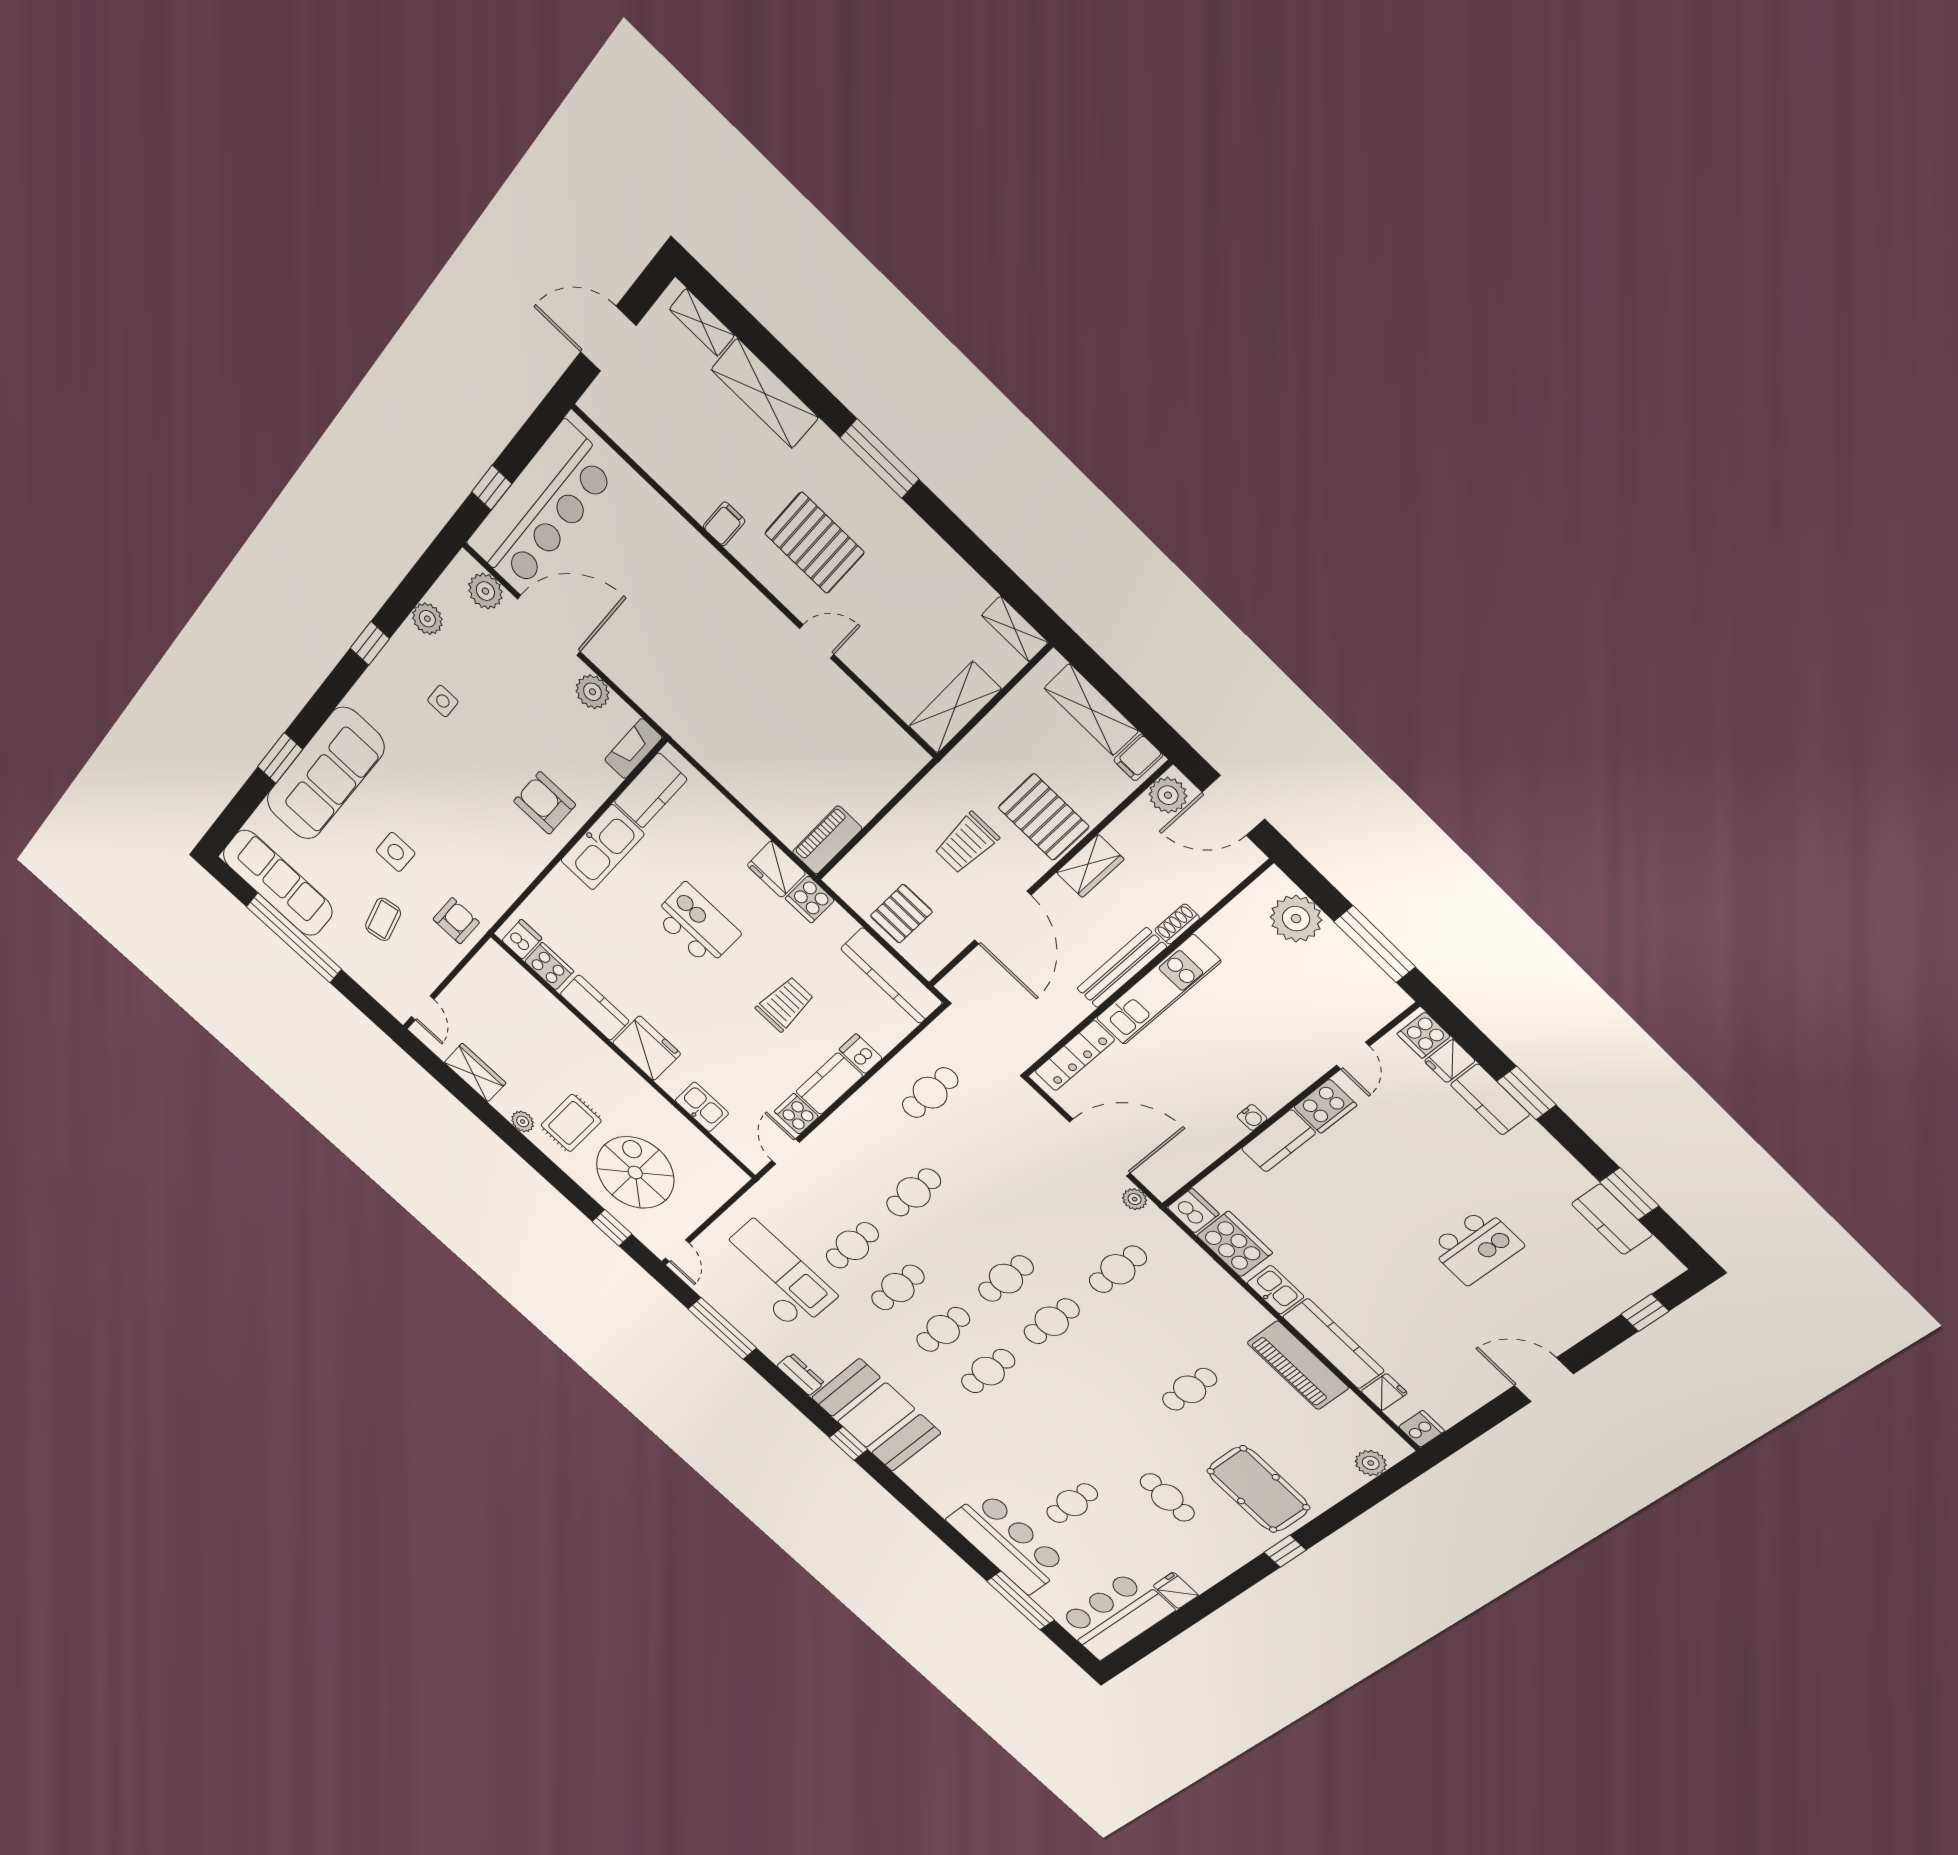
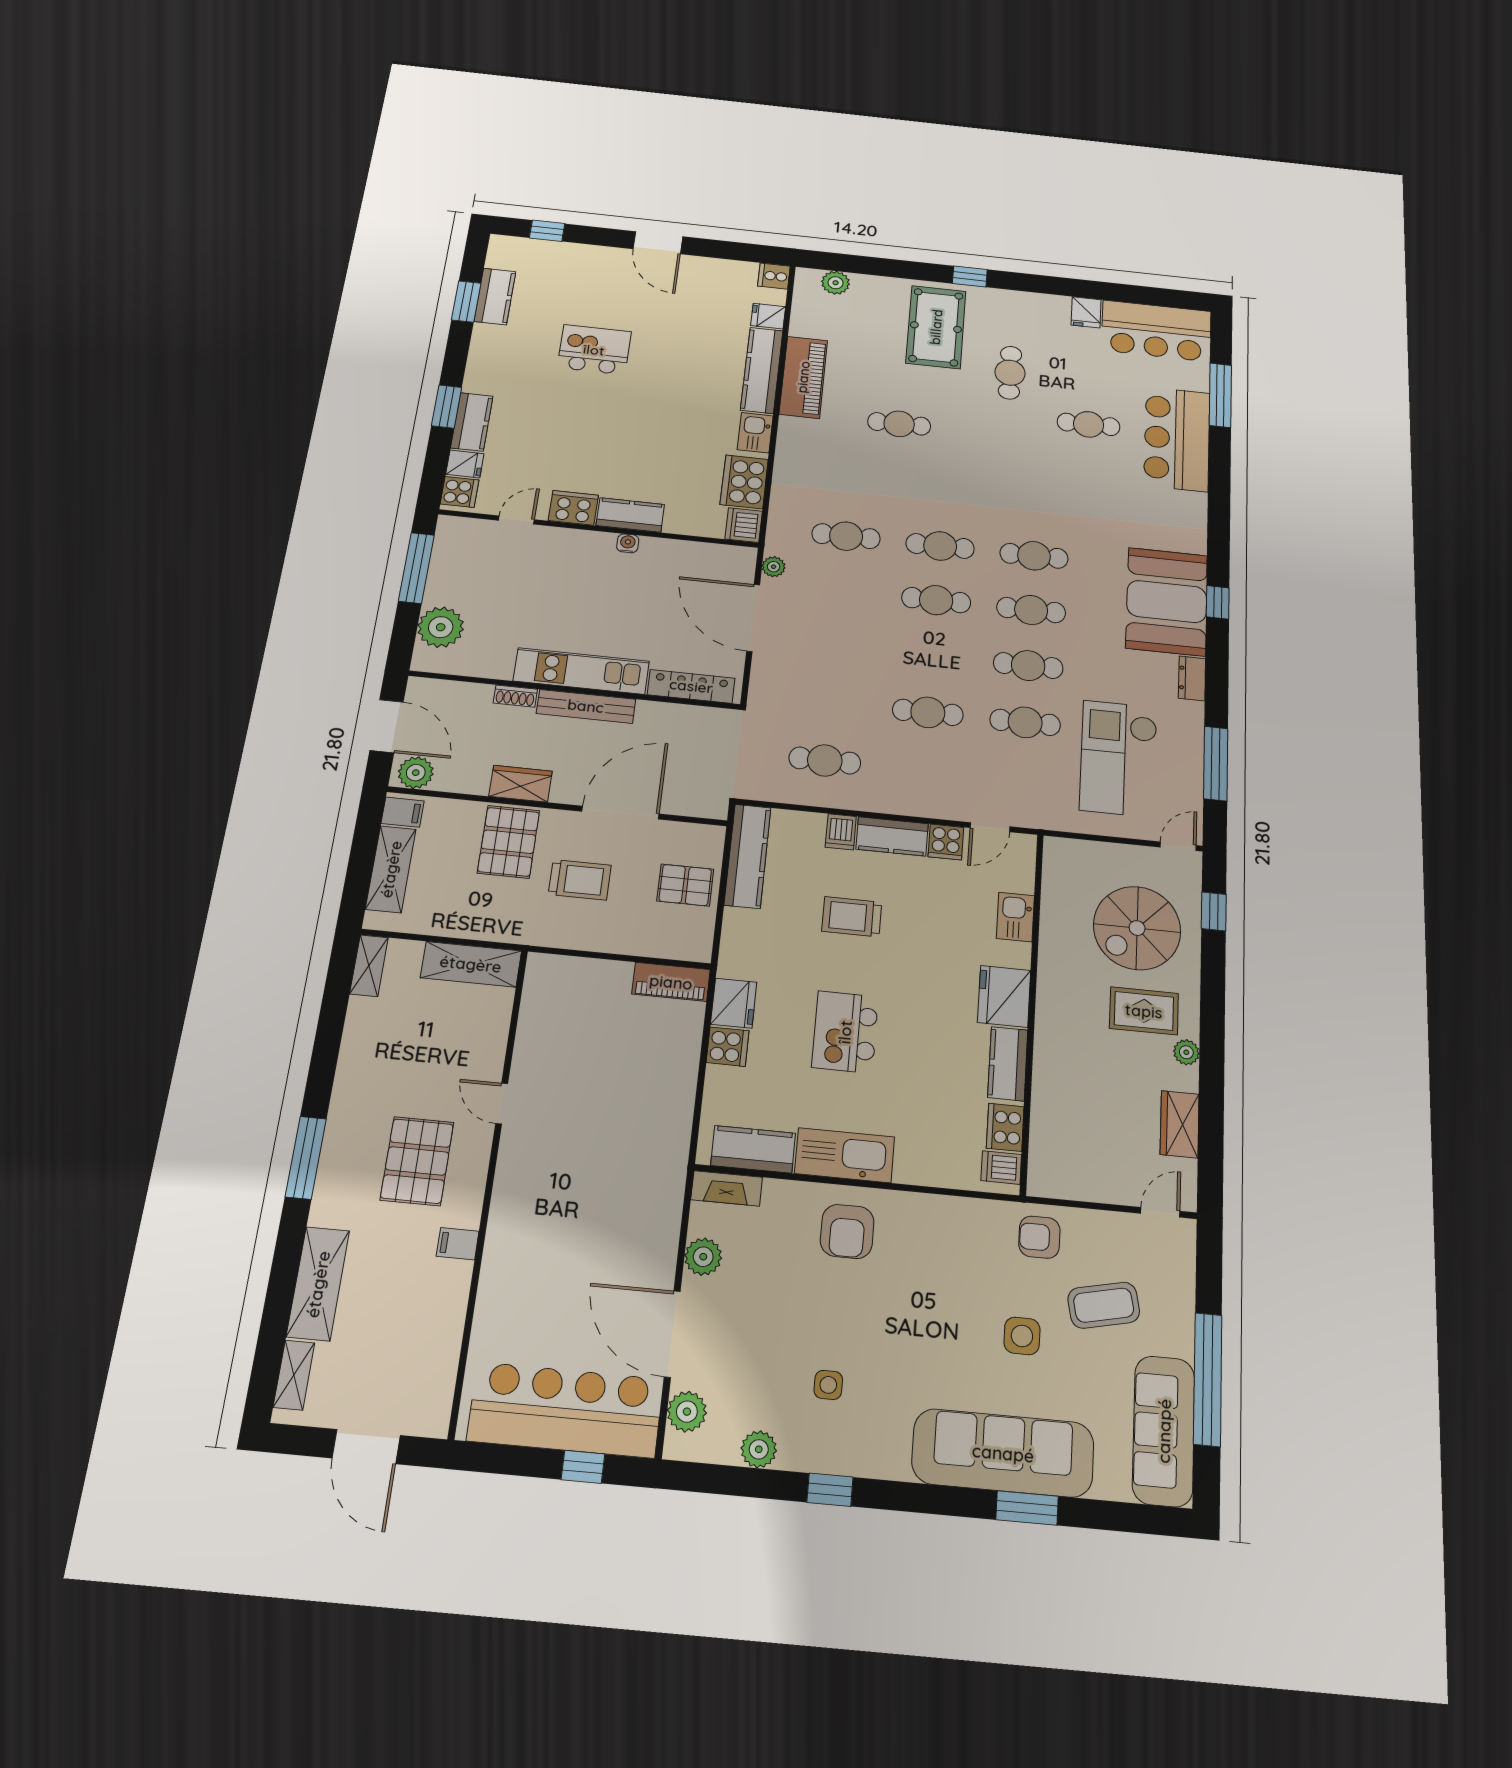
cooker: (810, 899) -> (728, 1047), moved
coffee table: (383, 919) -> (1104, 1305), width x1.36, depth x1.30

